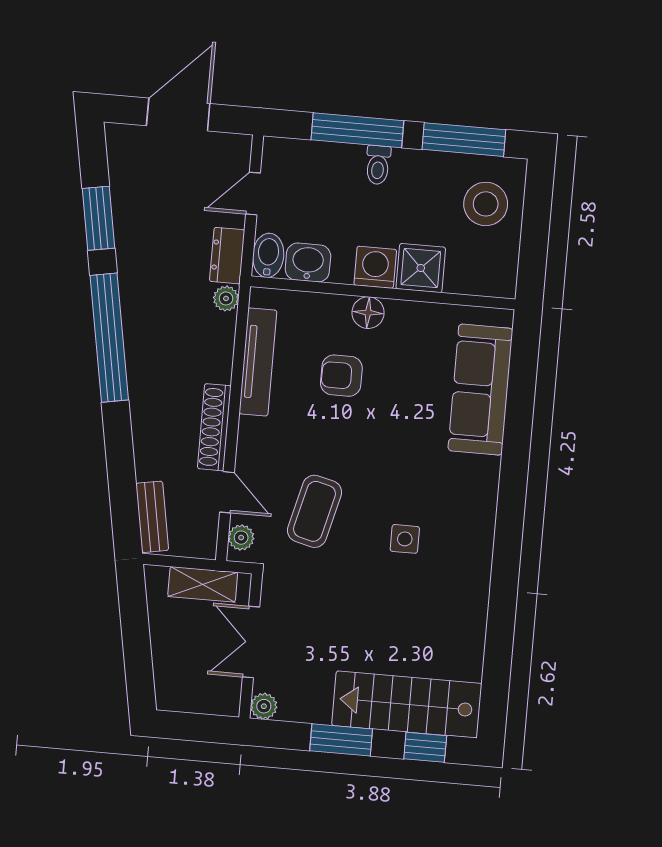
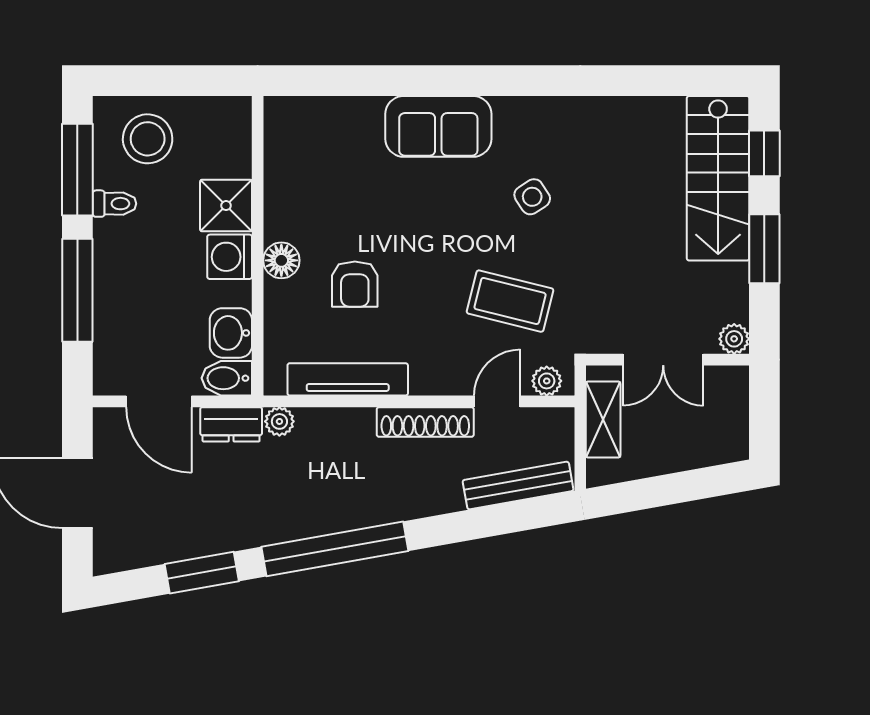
toilet: (378, 165) -> (114, 204), moved
door: (253, 194) -> (159, 401), width x1.38
sofa: (480, 390) -> (438, 126), moved, width x0.73
bench: (152, 517) -> (518, 486), width x1.36
side table: (405, 539) -> (532, 197), turned -33

